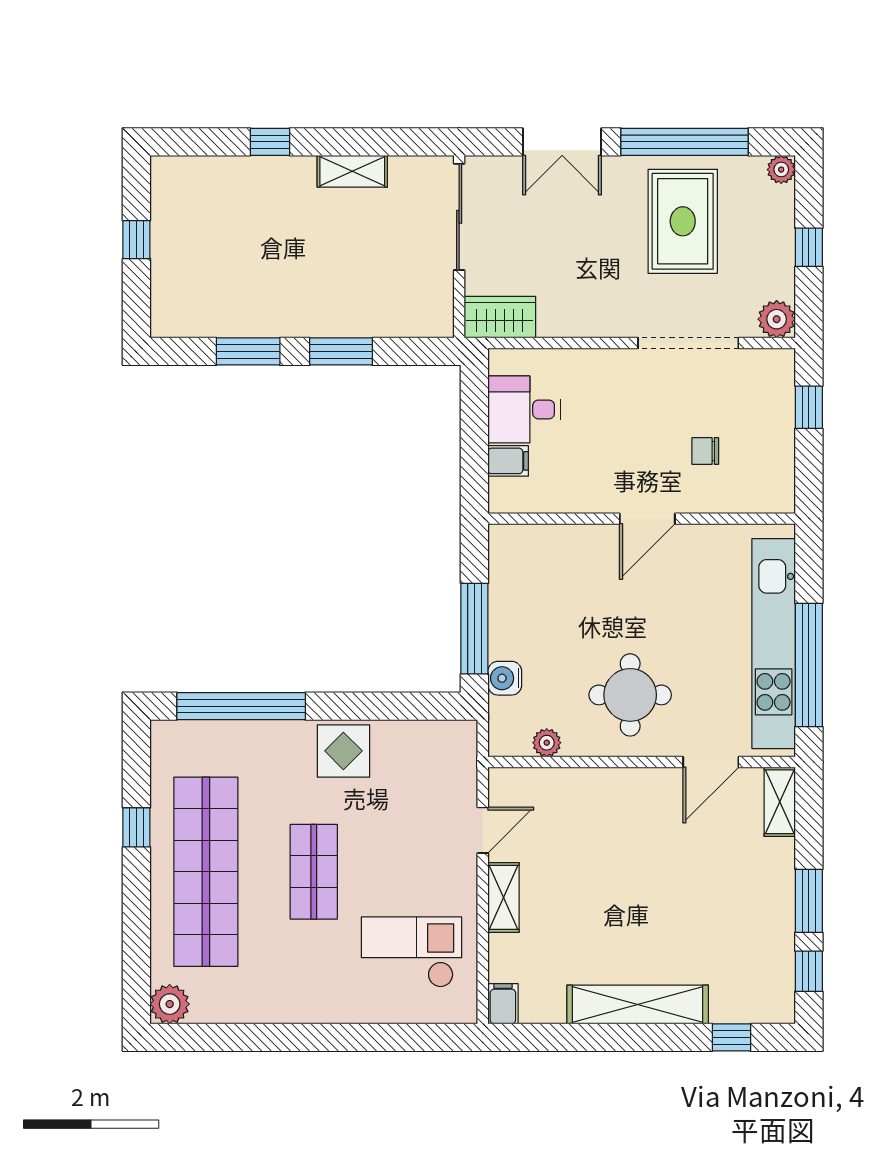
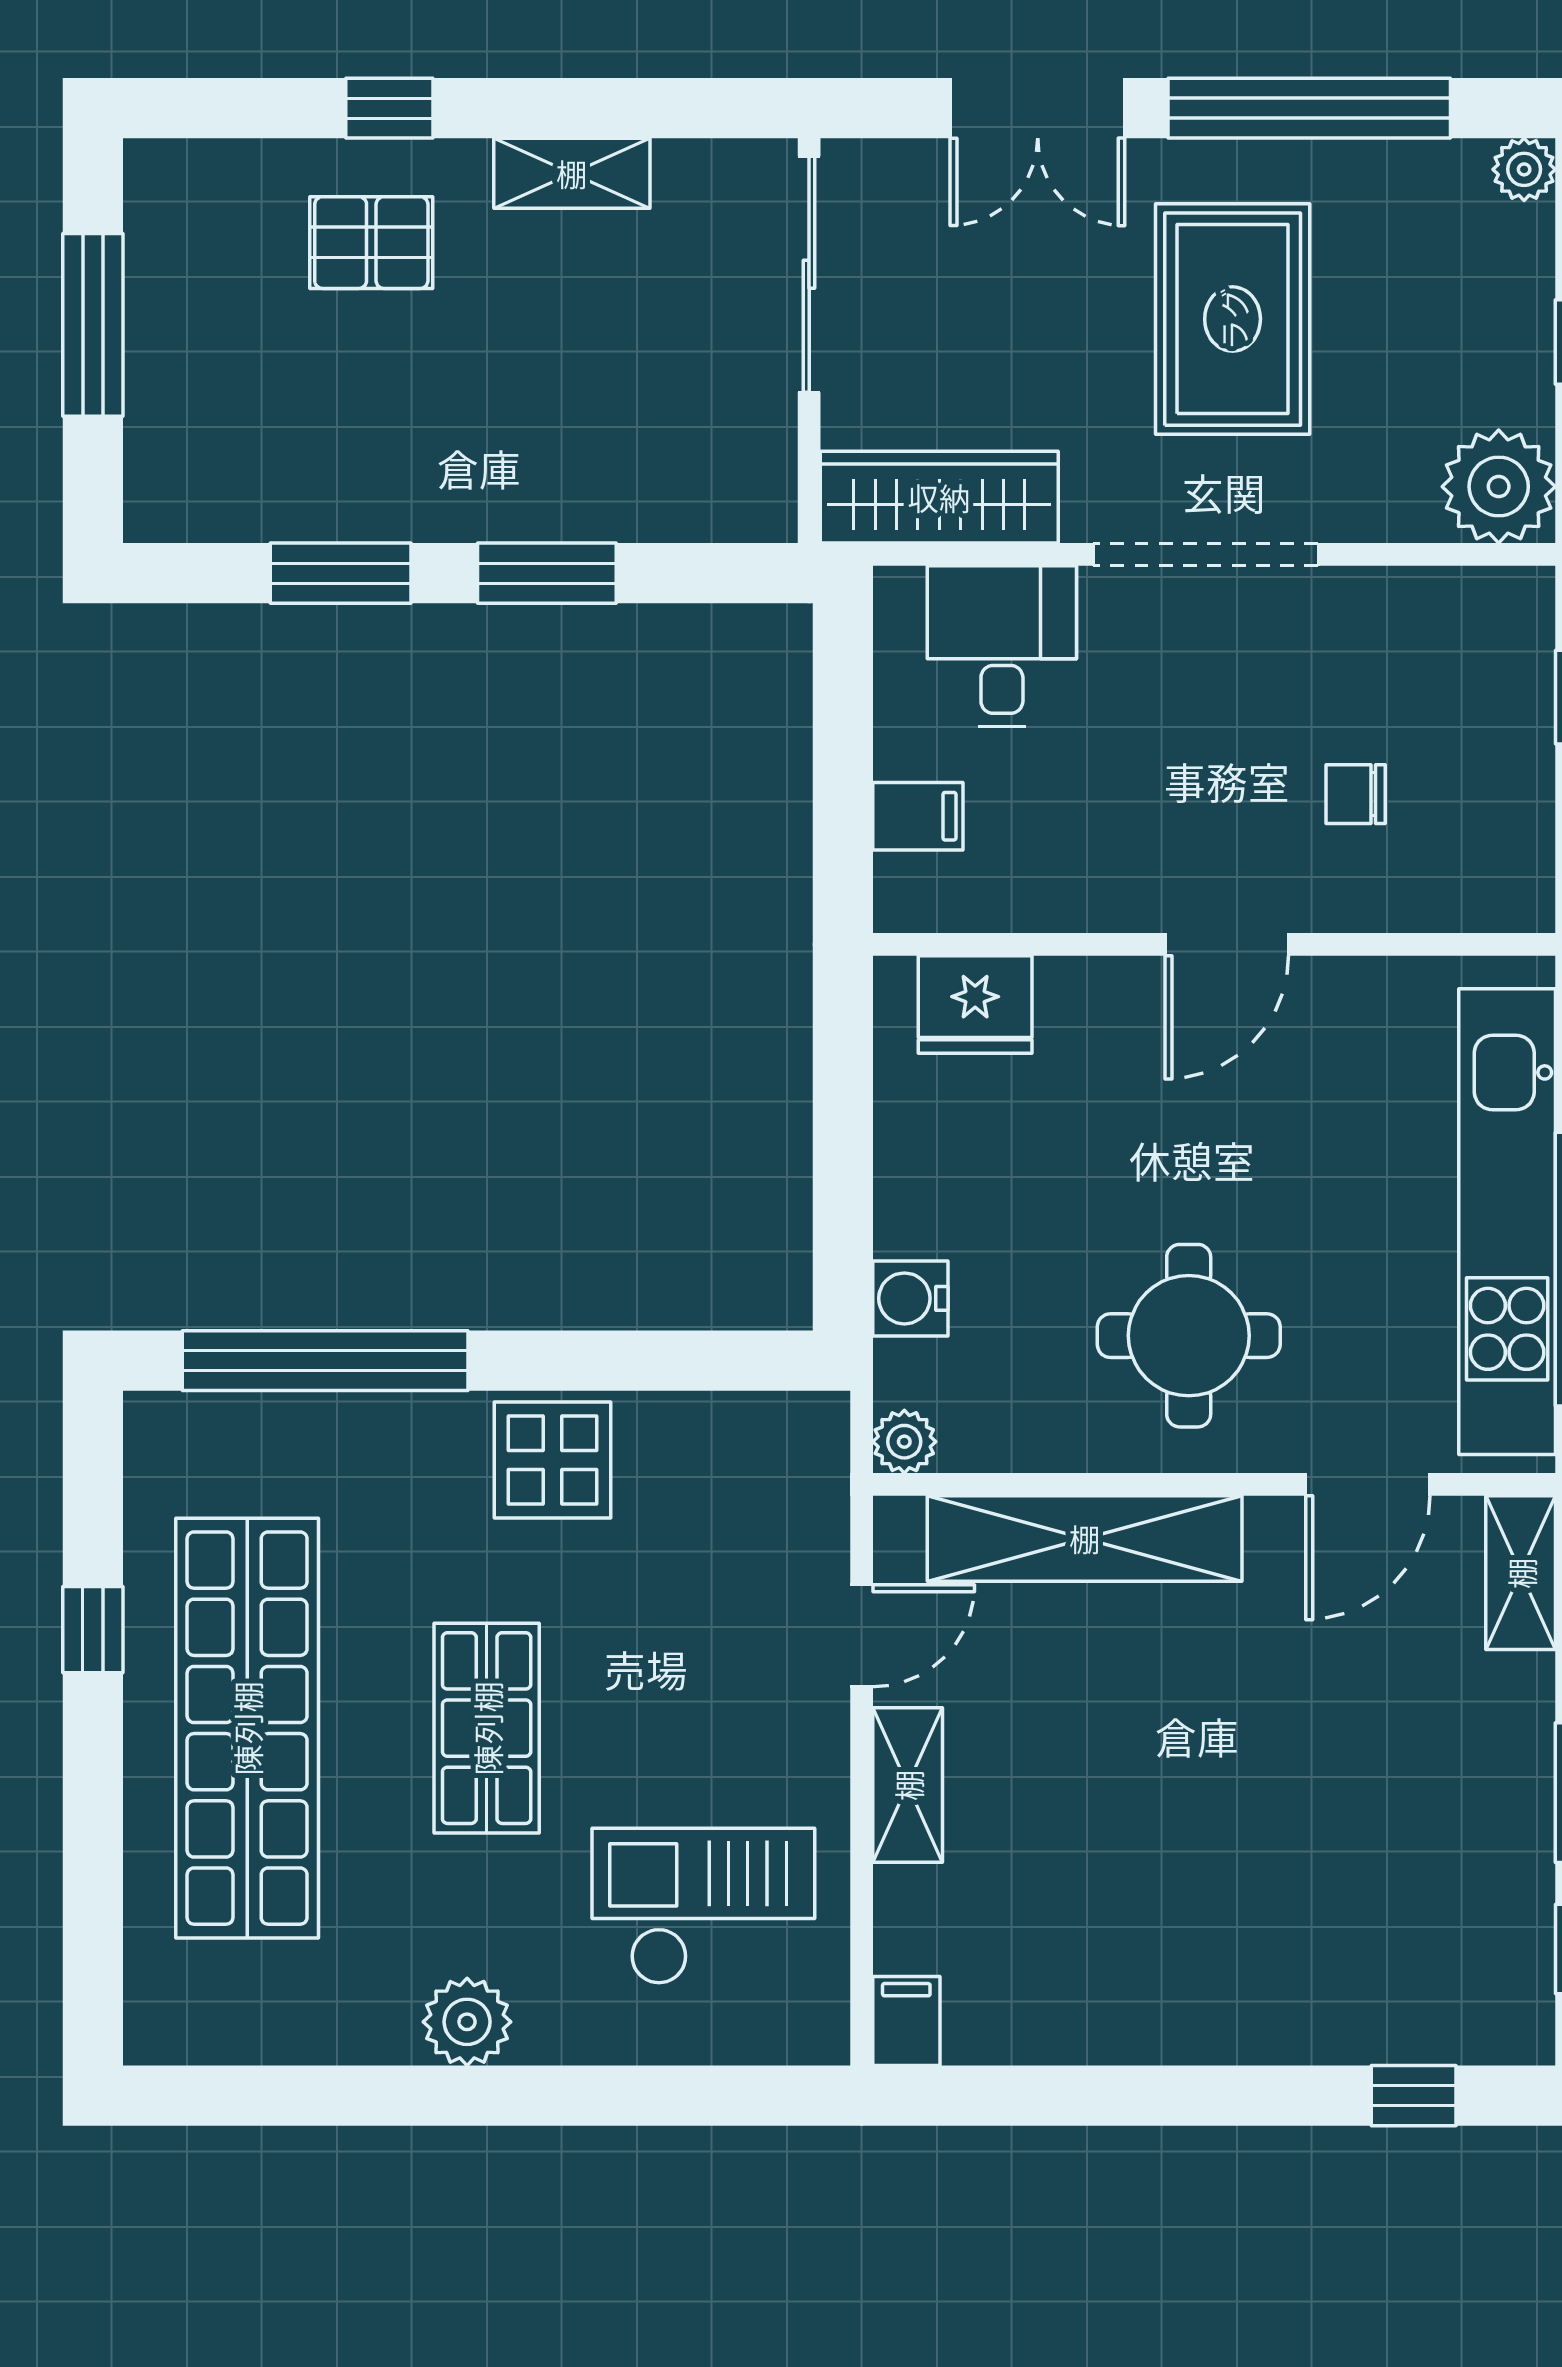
pallet: (262, 202) -> (371, 243), added
rug: (683, 221) -> (1233, 319), moved
window: (136, 240) -> (93, 325), width x2.17
wardrobe: (500, 317) -> (939, 497), width x1.50
plant: (777, 319) -> (1499, 487), width x1.36, depth x1.36
doorway: (688, 343) -> (1206, 554), moved
desk: (524, 409) -> (1002, 646), moved, turned 90
fridge: (534, 546) -> (975, 1004), added
window: (474, 629) -> (843, 1188), removed
plant: (547, 743) -> (904, 1442), moved
plant: (170, 1004) -> (467, 2022), moved
shelving: (638, 1004) -> (1085, 1538), moved

